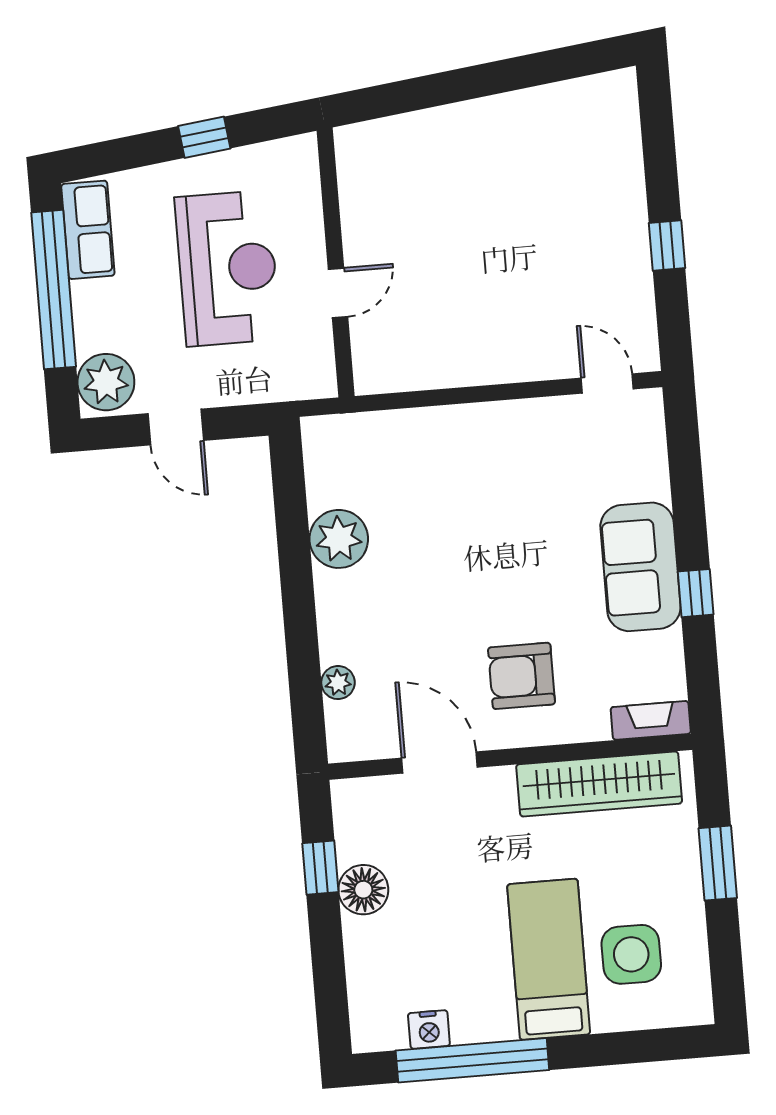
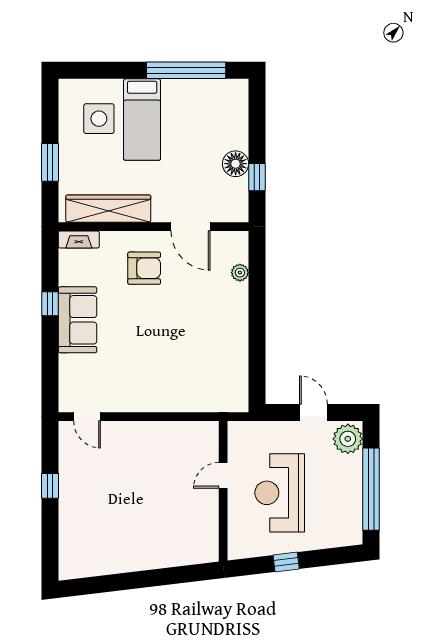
row of seats: (88, 230) -> (351, 519), removed
plant: (339, 539) -> (233, 347), removed
nightstand: (429, 1029) -> (207, 88), removed

